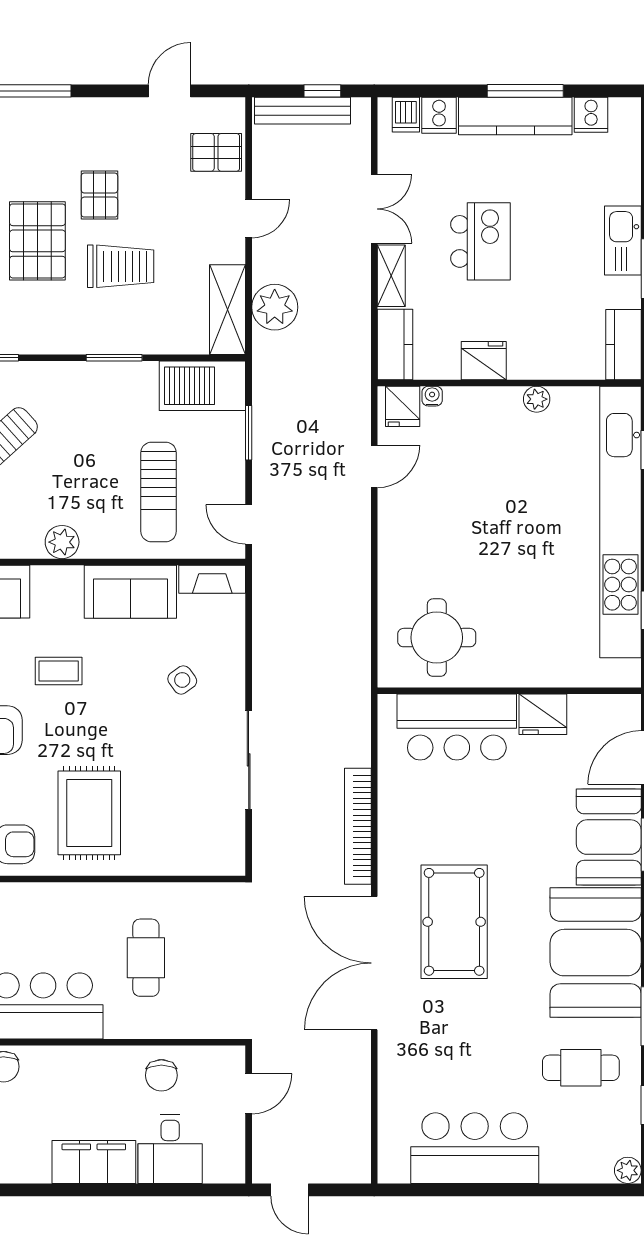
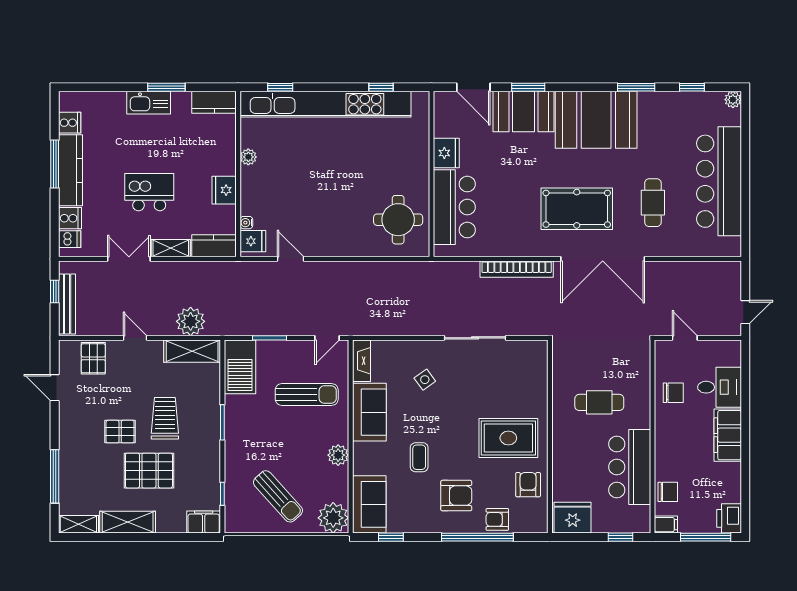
cafe table: (581, 1068) -> (653, 203), moved
bar counter: (475, 1148) -> (719, 181), width x1.36

